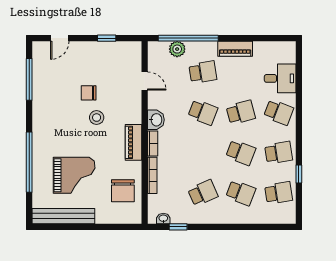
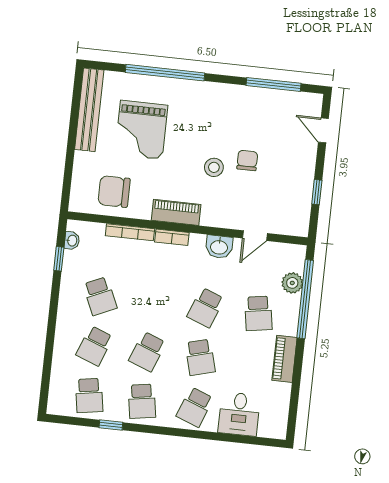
washbasin: (156, 120) -> (219, 247), moved

